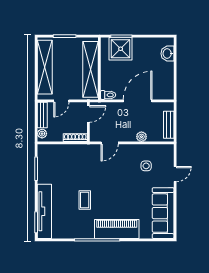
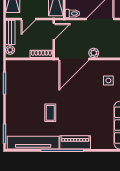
plant: (141, 137) -> (94, 53), moved
door: (110, 143) -> (74, 59), width x1.87
tv unit: (44, 211) -> (33, 143), moved, turned -90
piano: (117, 229) -> (75, 142), width x0.73, depth x0.75

